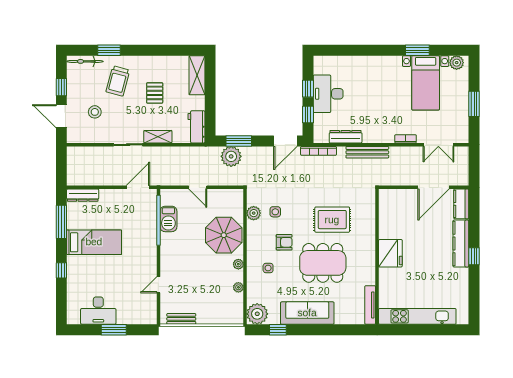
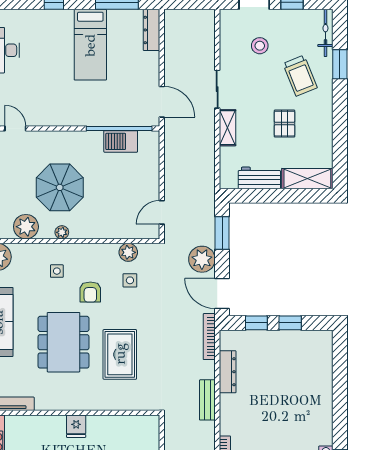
trolley: (118, 81) -> (300, 76), turned -127
pallet: (155, 93) -> (284, 124), turned 90
desk: (328, 94) -> (283, 349), removed
workbench: (196, 127) -> (259, 178), moved
bench: (367, 152) -> (207, 400), width x0.73
plant: (231, 156) -> (202, 259), moved
door: (198, 187) -> (162, 212), moved
parasol: (224, 235) -> (60, 187), moved
fridge: (390, 253) -> (76, 426), width x0.53, depth x0.75
door: (158, 285) -> (15, 128), moved
plant: (238, 287) -> (26, 227), width x1.88, depth x1.88

